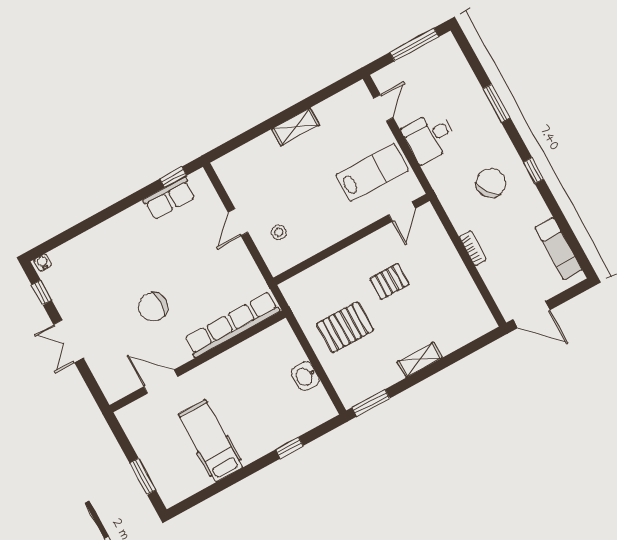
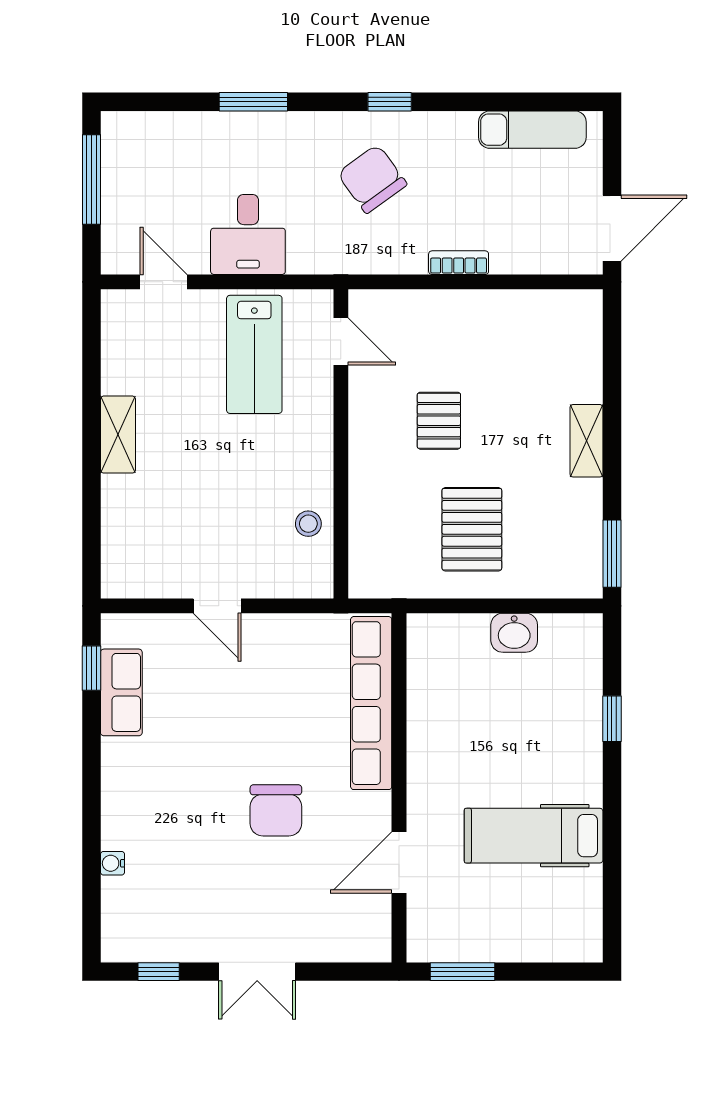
lab bench: (372, 172) -> (254, 354), turned 180
stool: (279, 232) -> (308, 524), moved
water cooler: (43, 262) -> (112, 863), moved
window: (143, 476) -> (462, 972), moved

